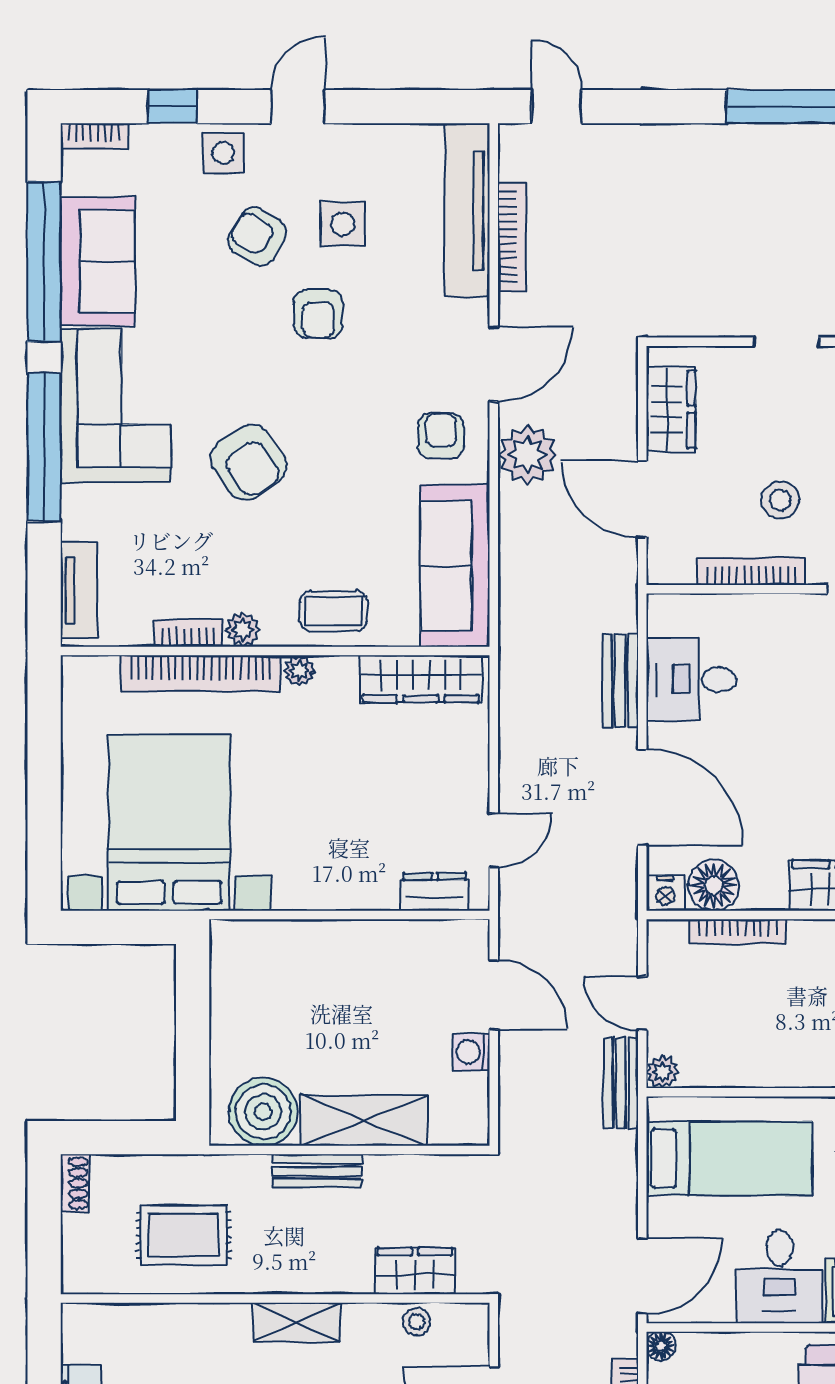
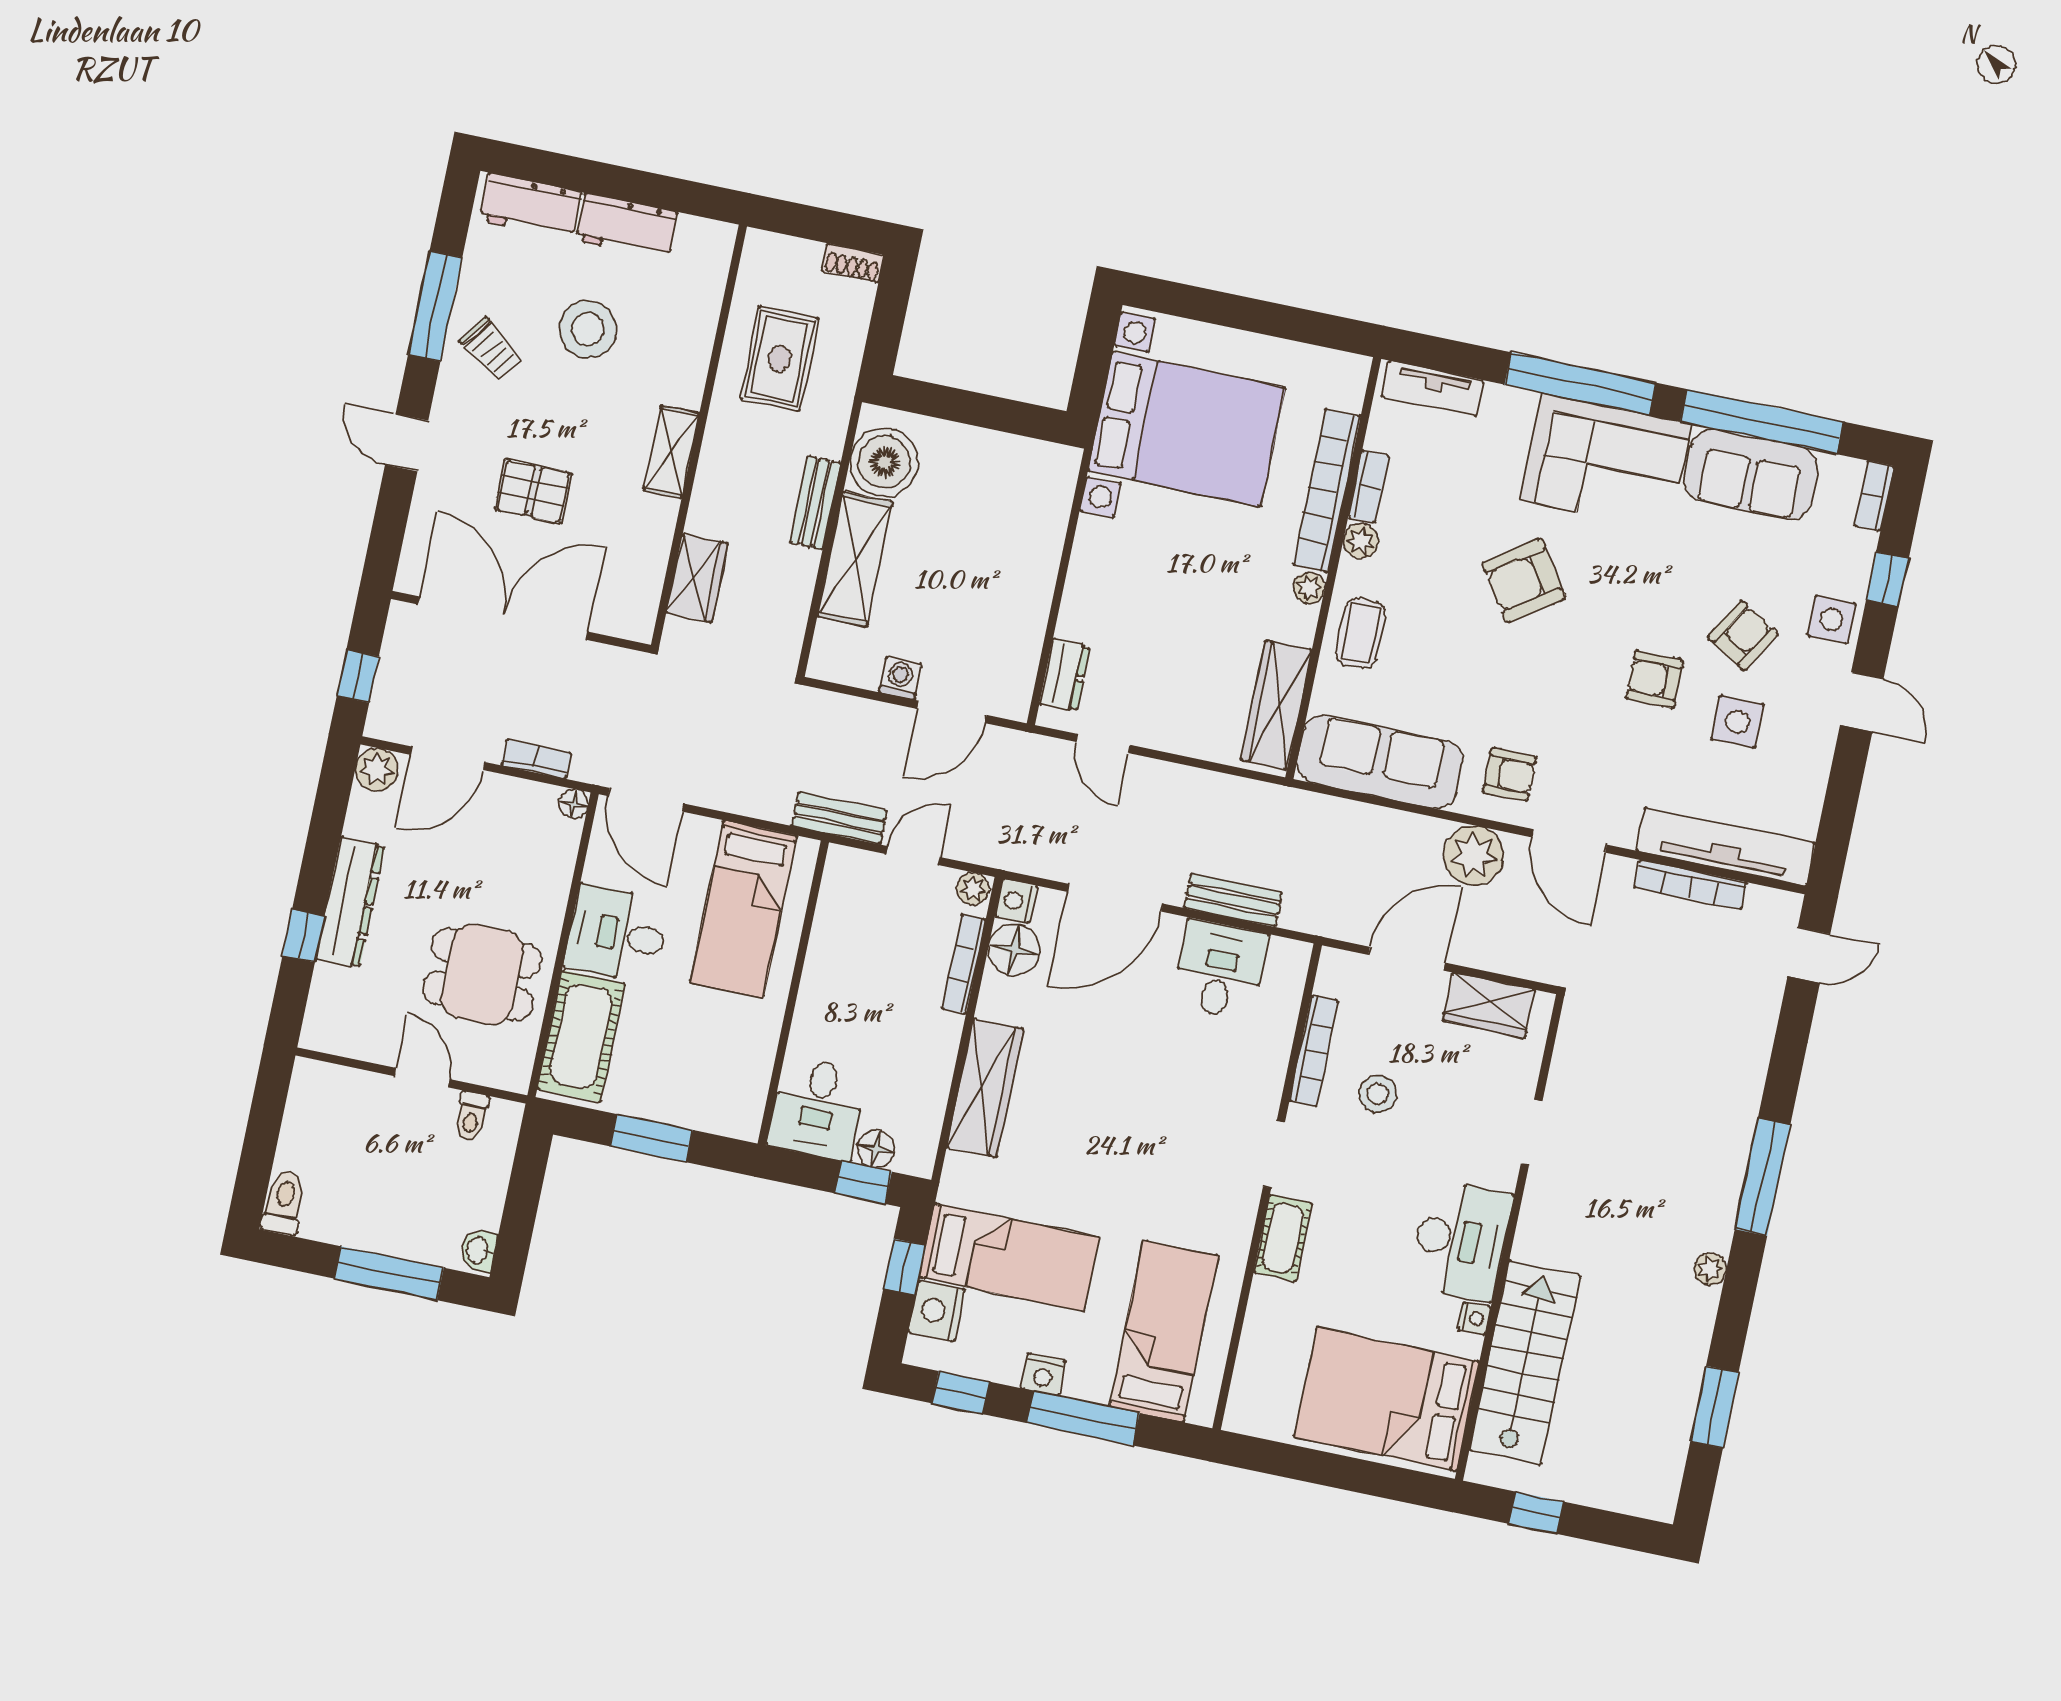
plant: (662, 1072) -> (973, 889), moved
stool: (417, 1322) -> (647, 569), removed

